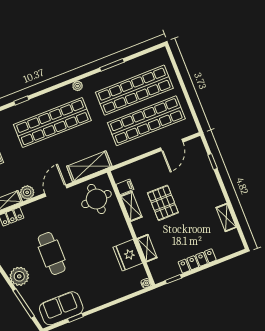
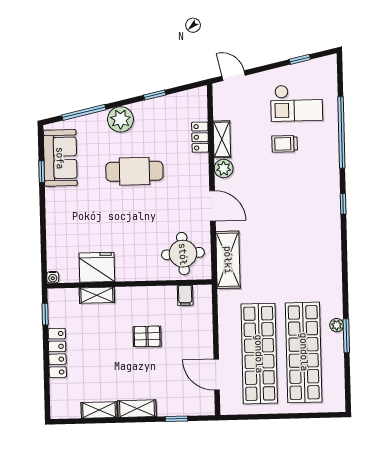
plant: (78, 86) -> (337, 325), moved
shop shelf: (52, 122) -> (301, 233), removed
pallet: (163, 203) -> (147, 336), width x0.67, depth x0.71
shelving: (131, 206) -> (137, 409), moved

